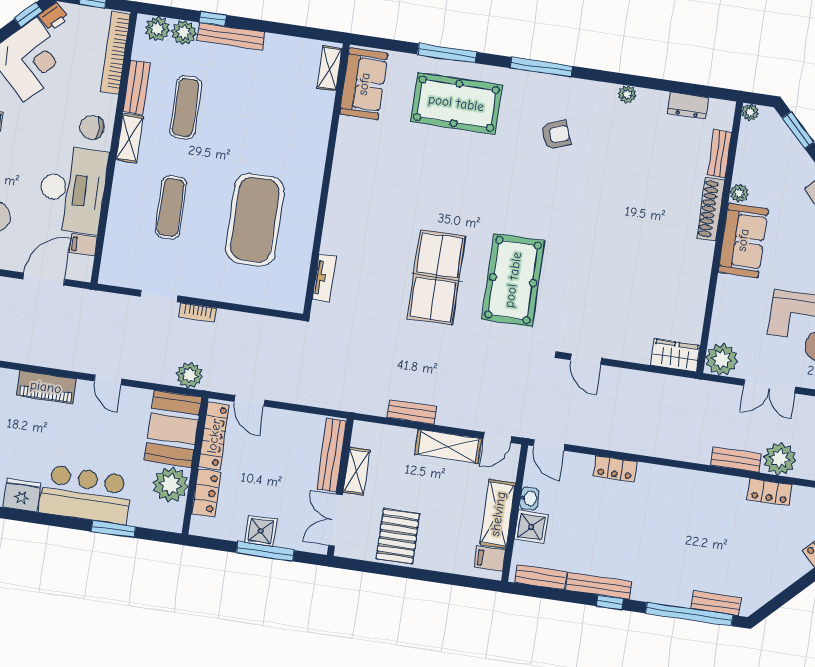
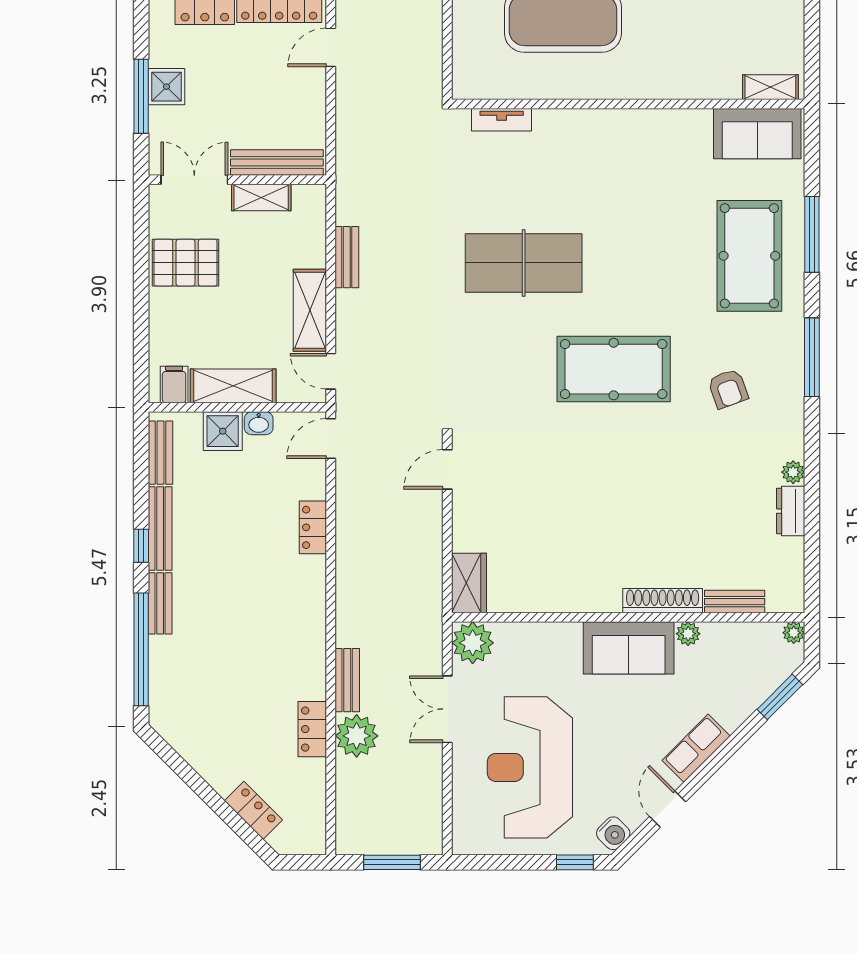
dresser: (688, 105) -> (791, 511), moved
pool table: (513, 280) -> (614, 369), moved
bench: (716, 603) -> (160, 603), moved

